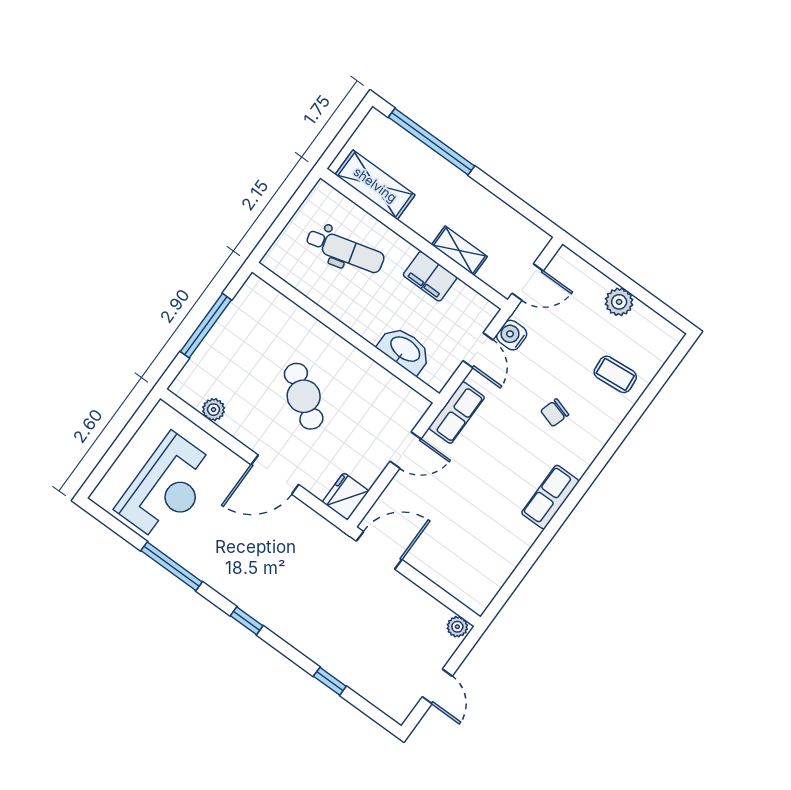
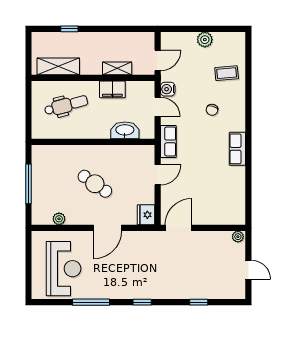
window: (432, 142) -> (69, 29), width x0.32

